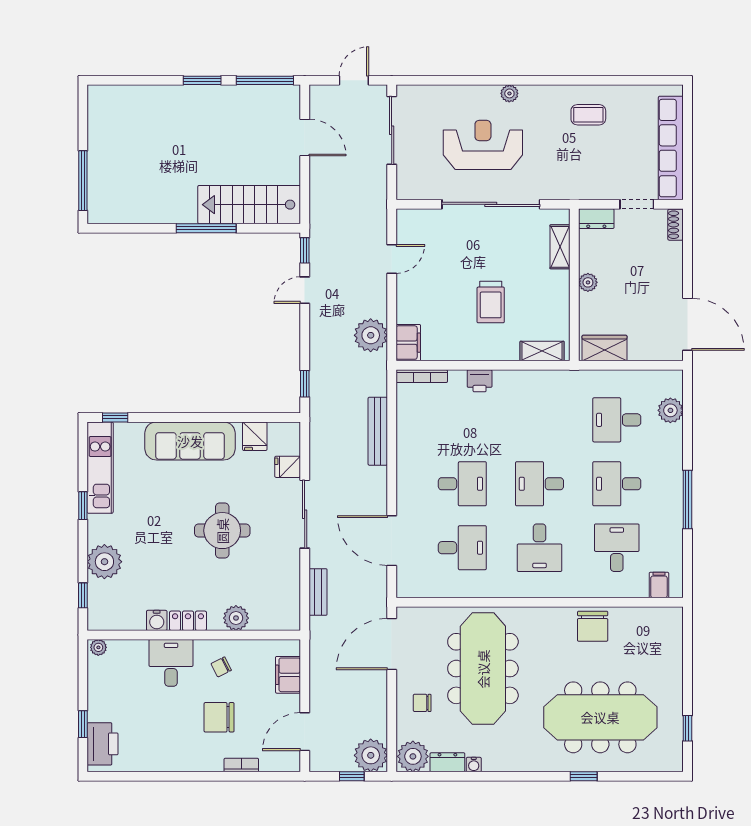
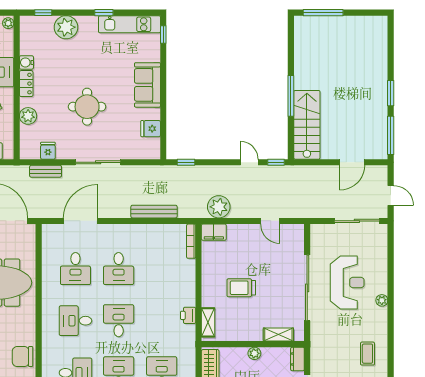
printer: (480, 381) -> (188, 315), moved
sofa: (190, 441) -> (147, 85), width x0.73
fridge: (288, 467) -> (48, 151), moved

